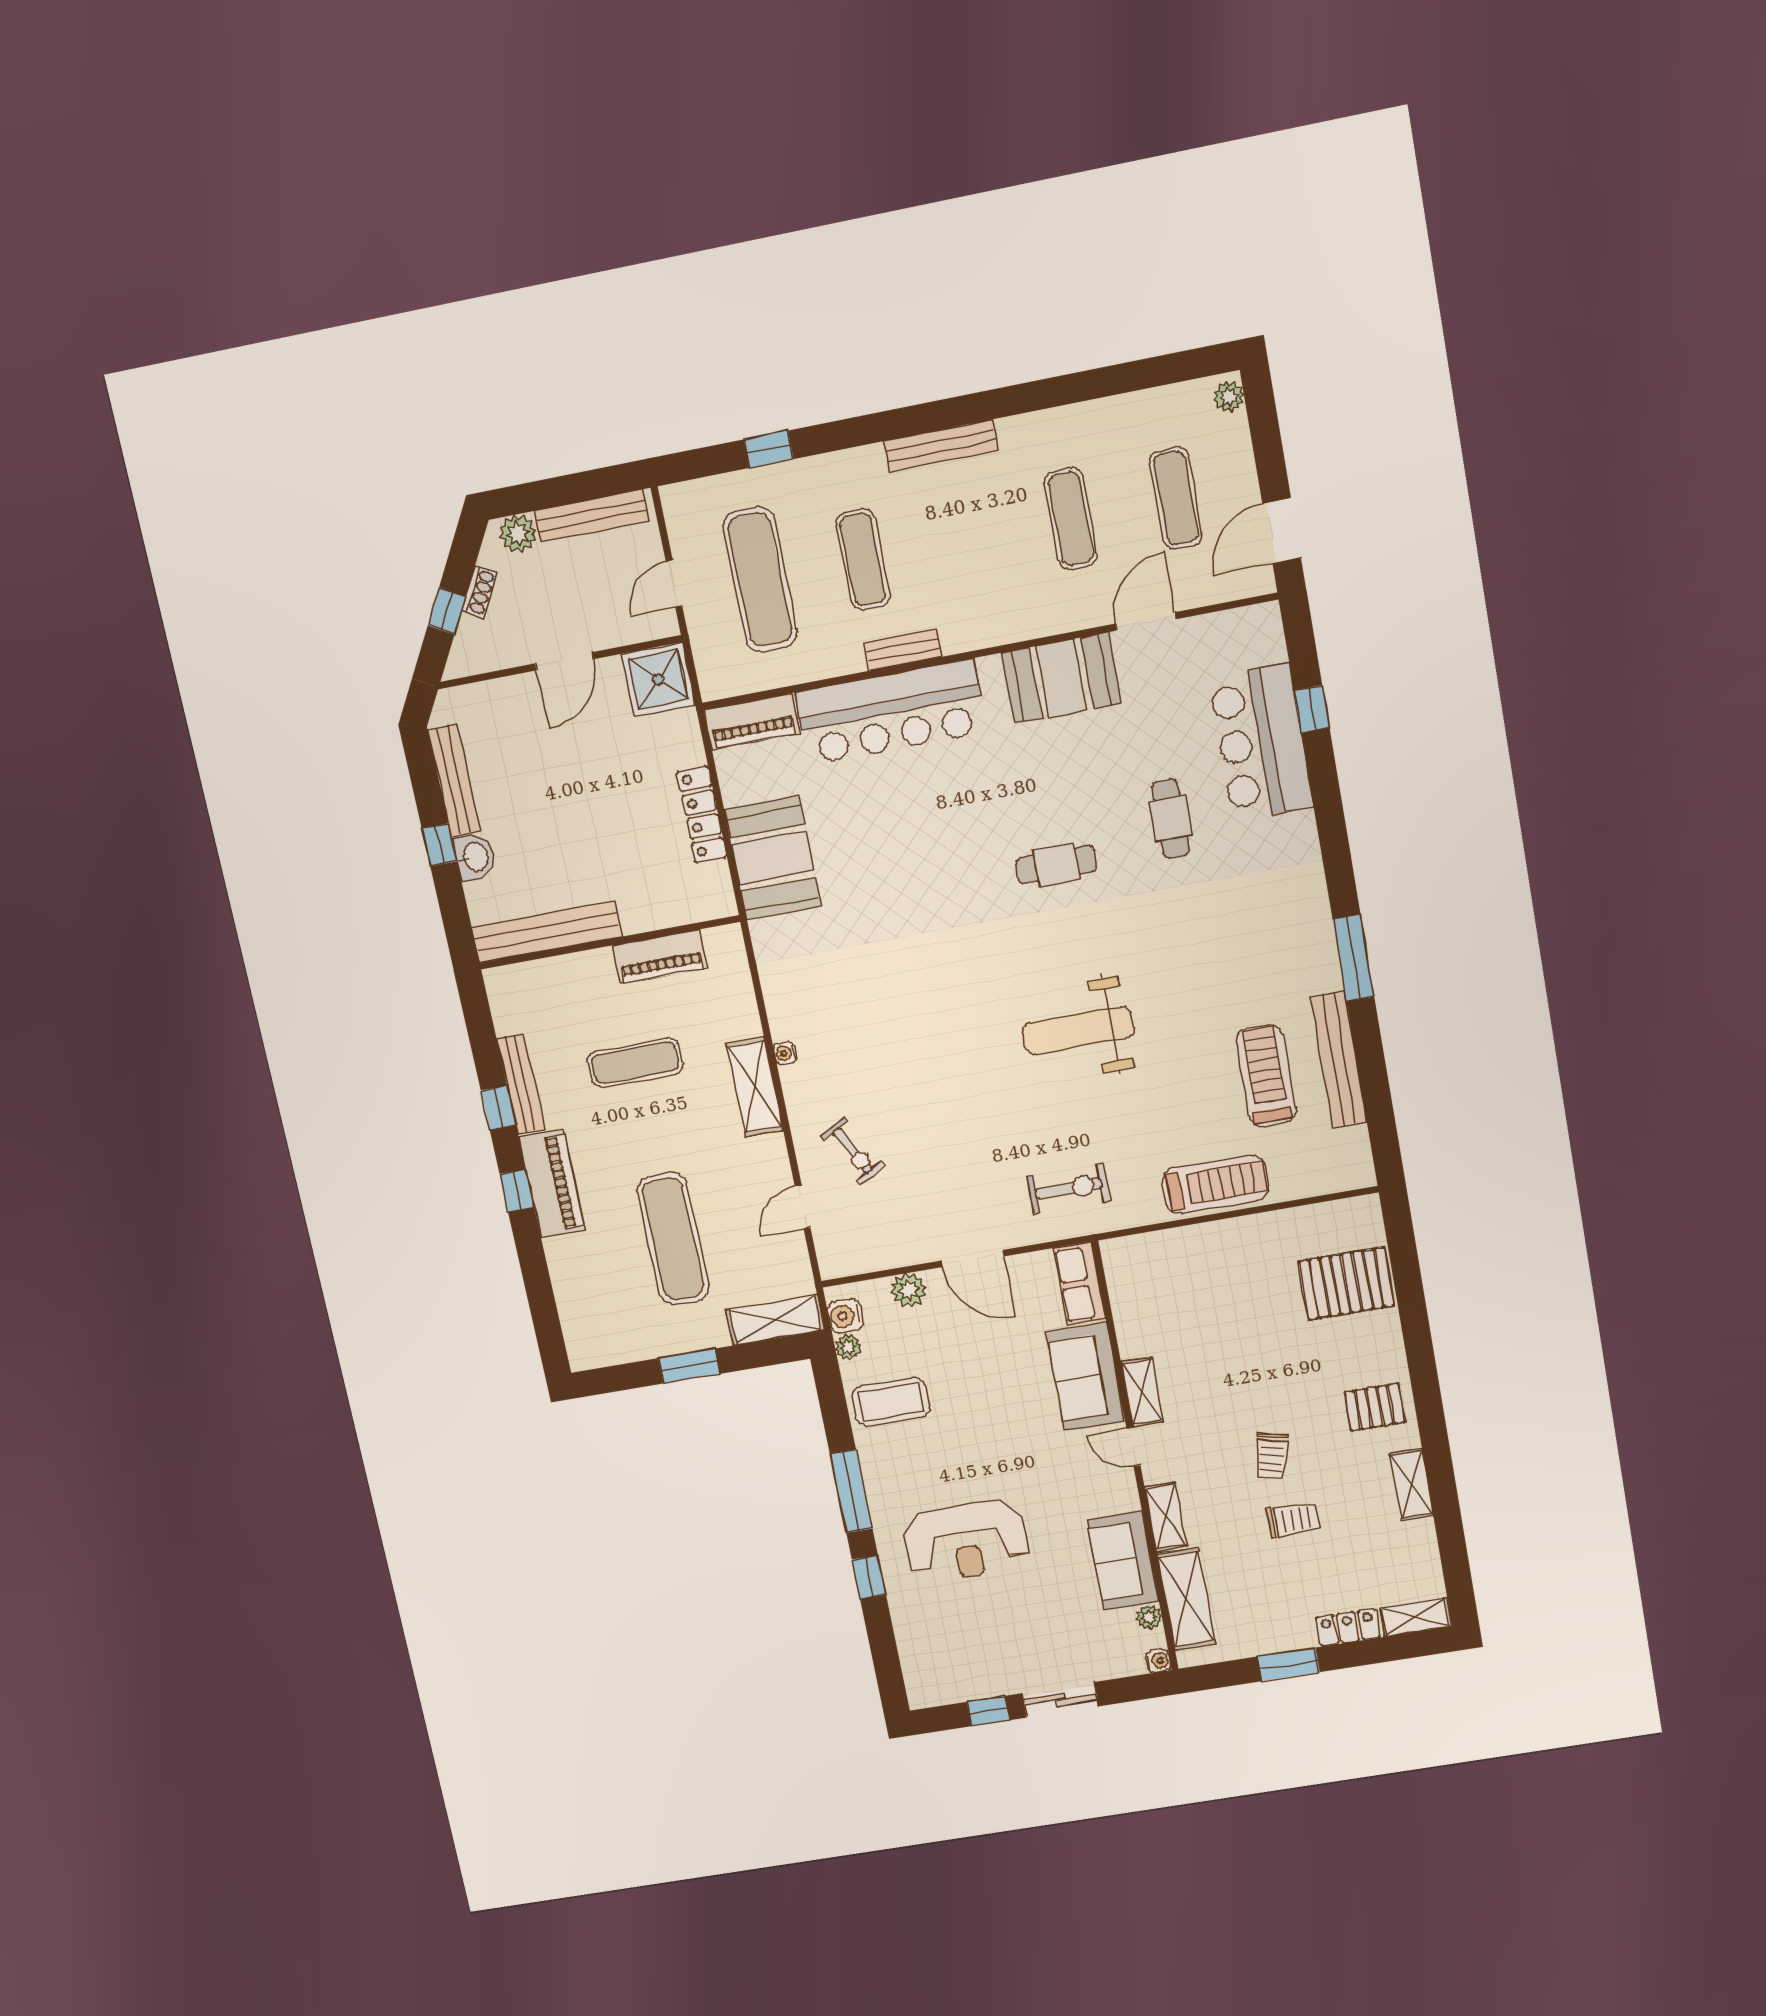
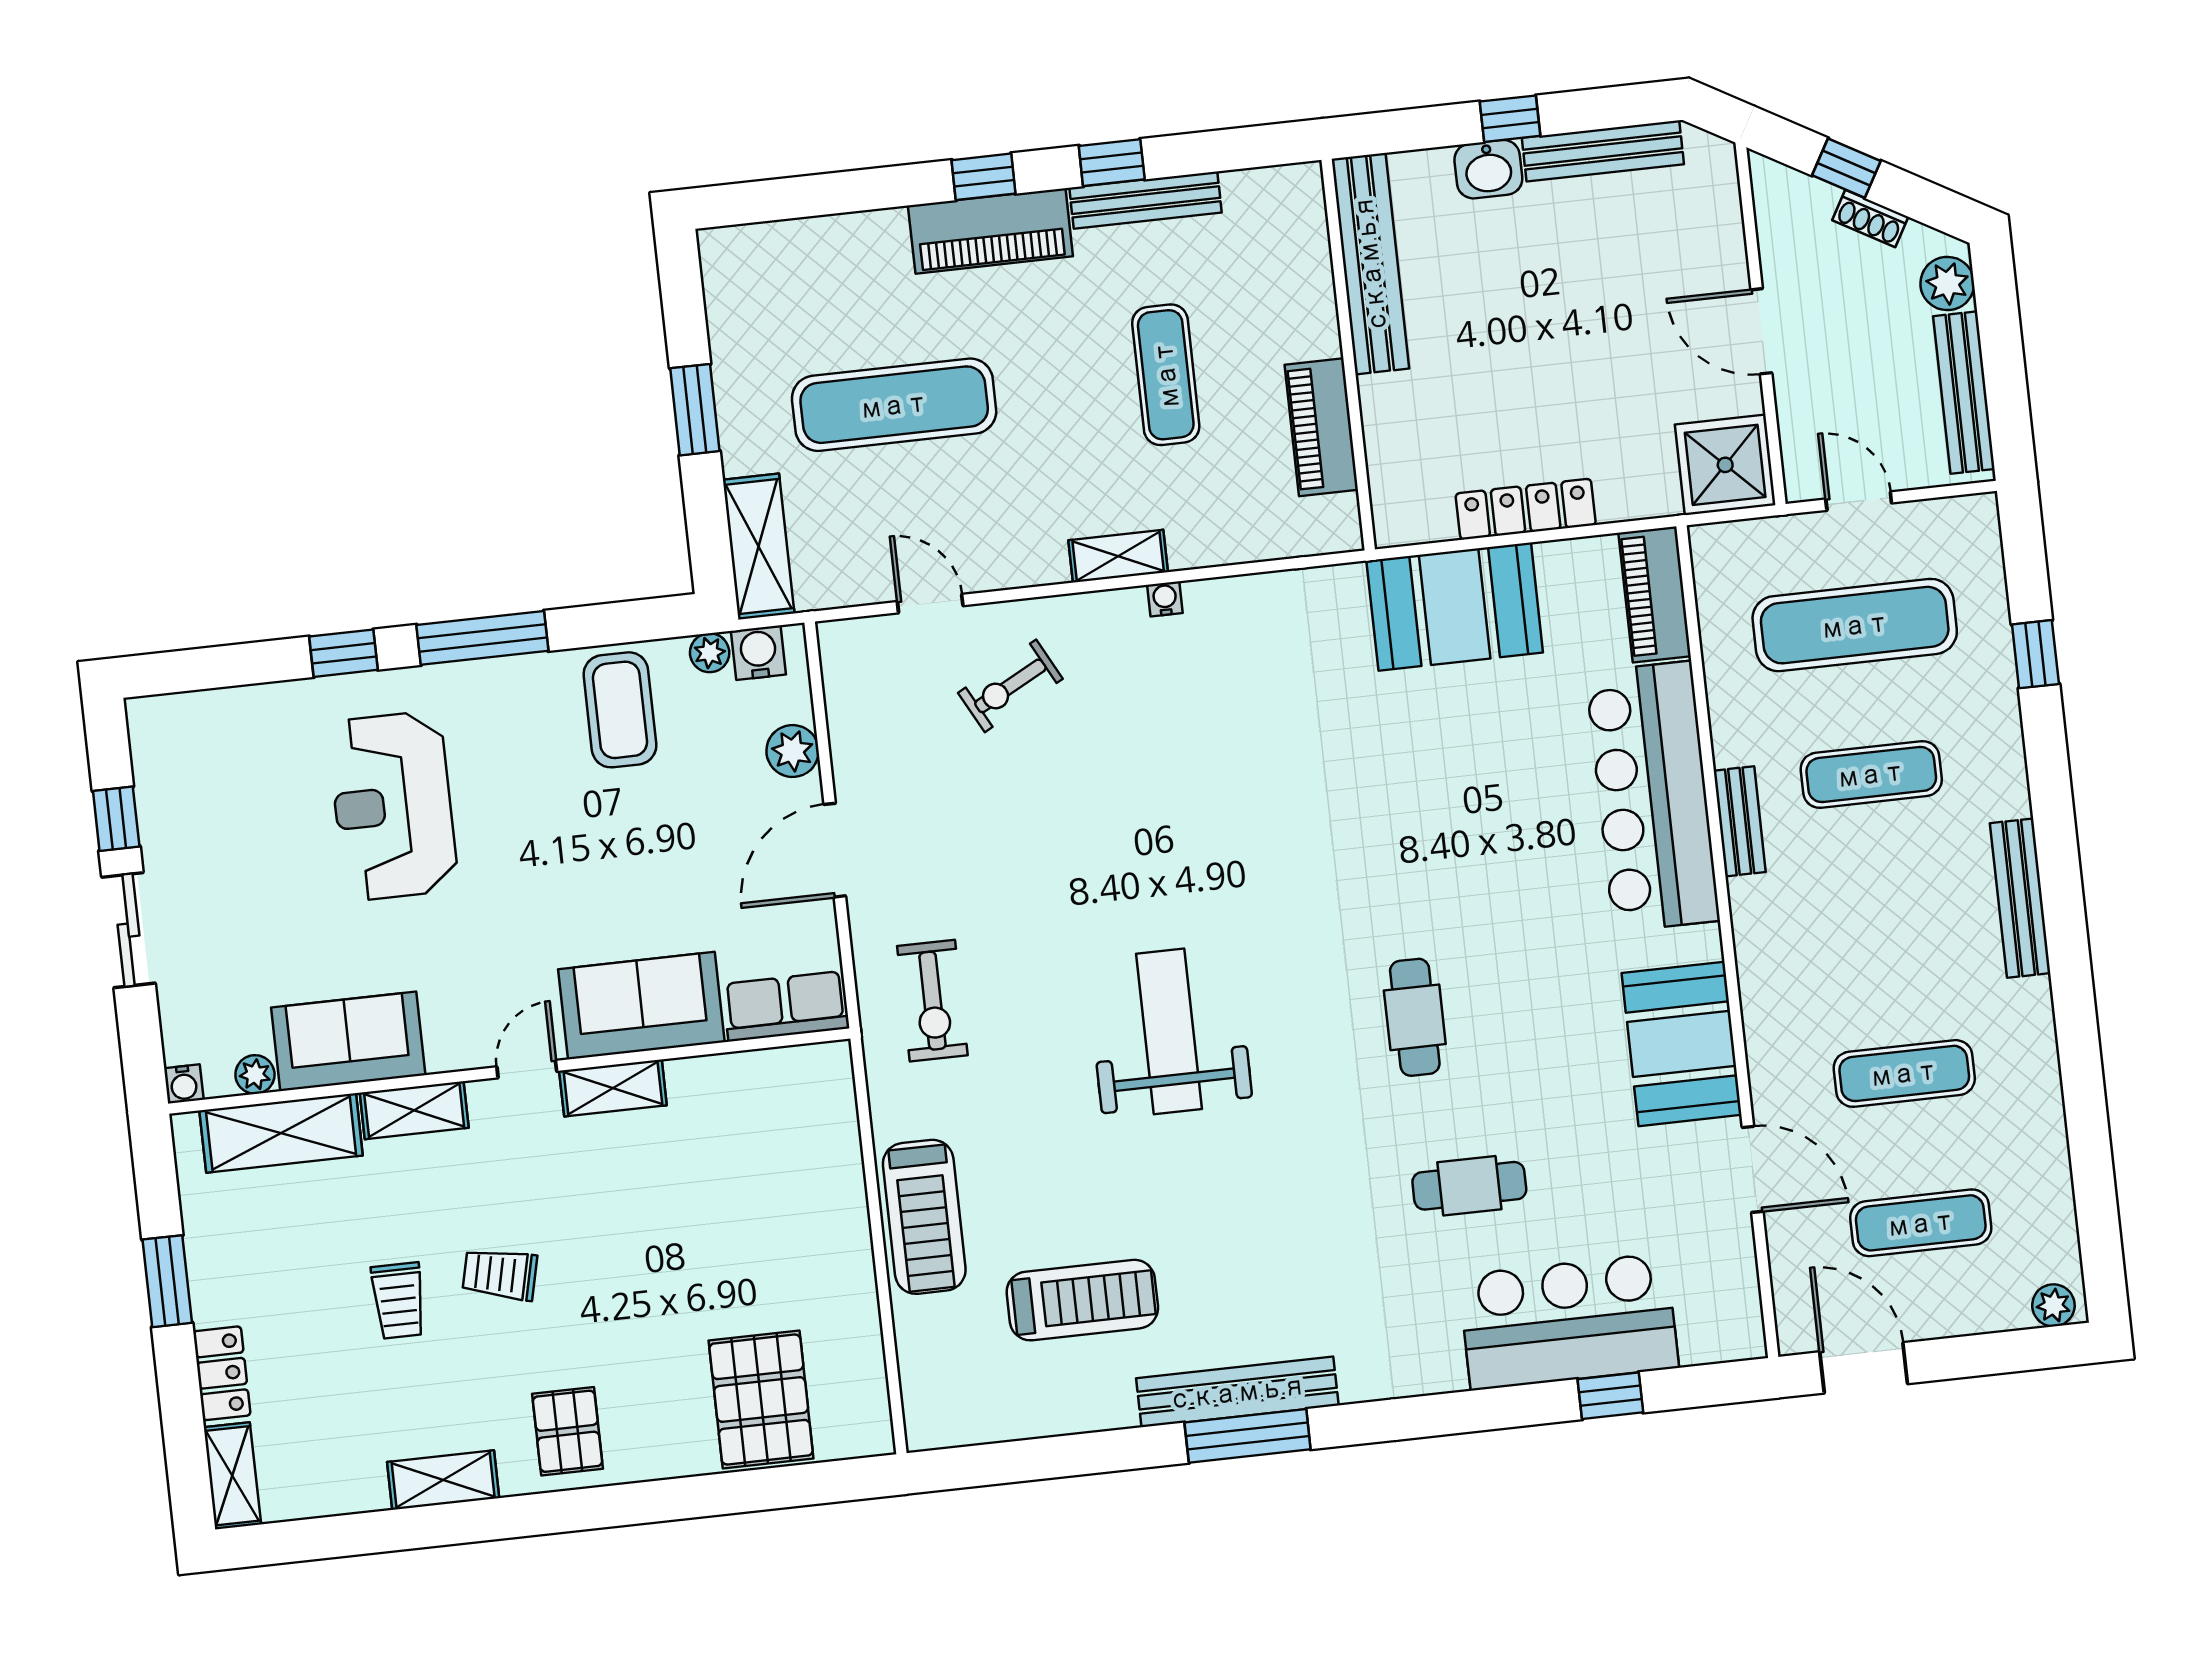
bench: (1339, 1059) -> (1237, 1392), moved
shelving: (755, 1087) -> (1118, 556), width x0.67, depth x0.75

